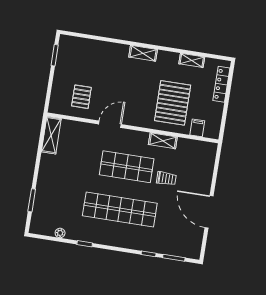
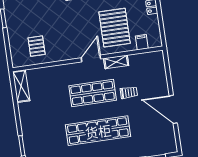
door: (110, 124) -> (91, 58), moved

